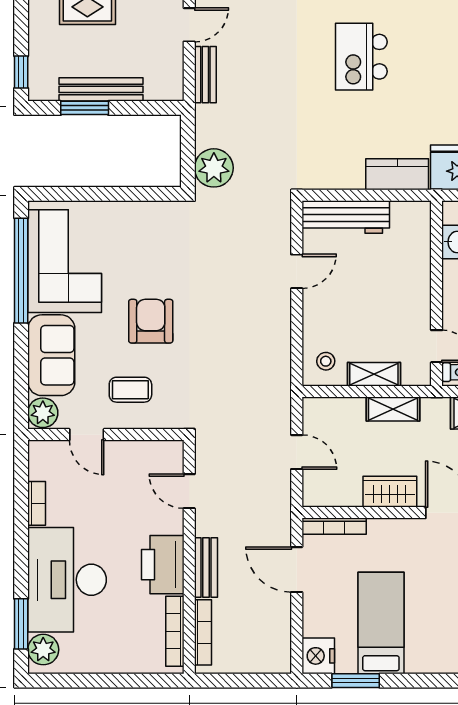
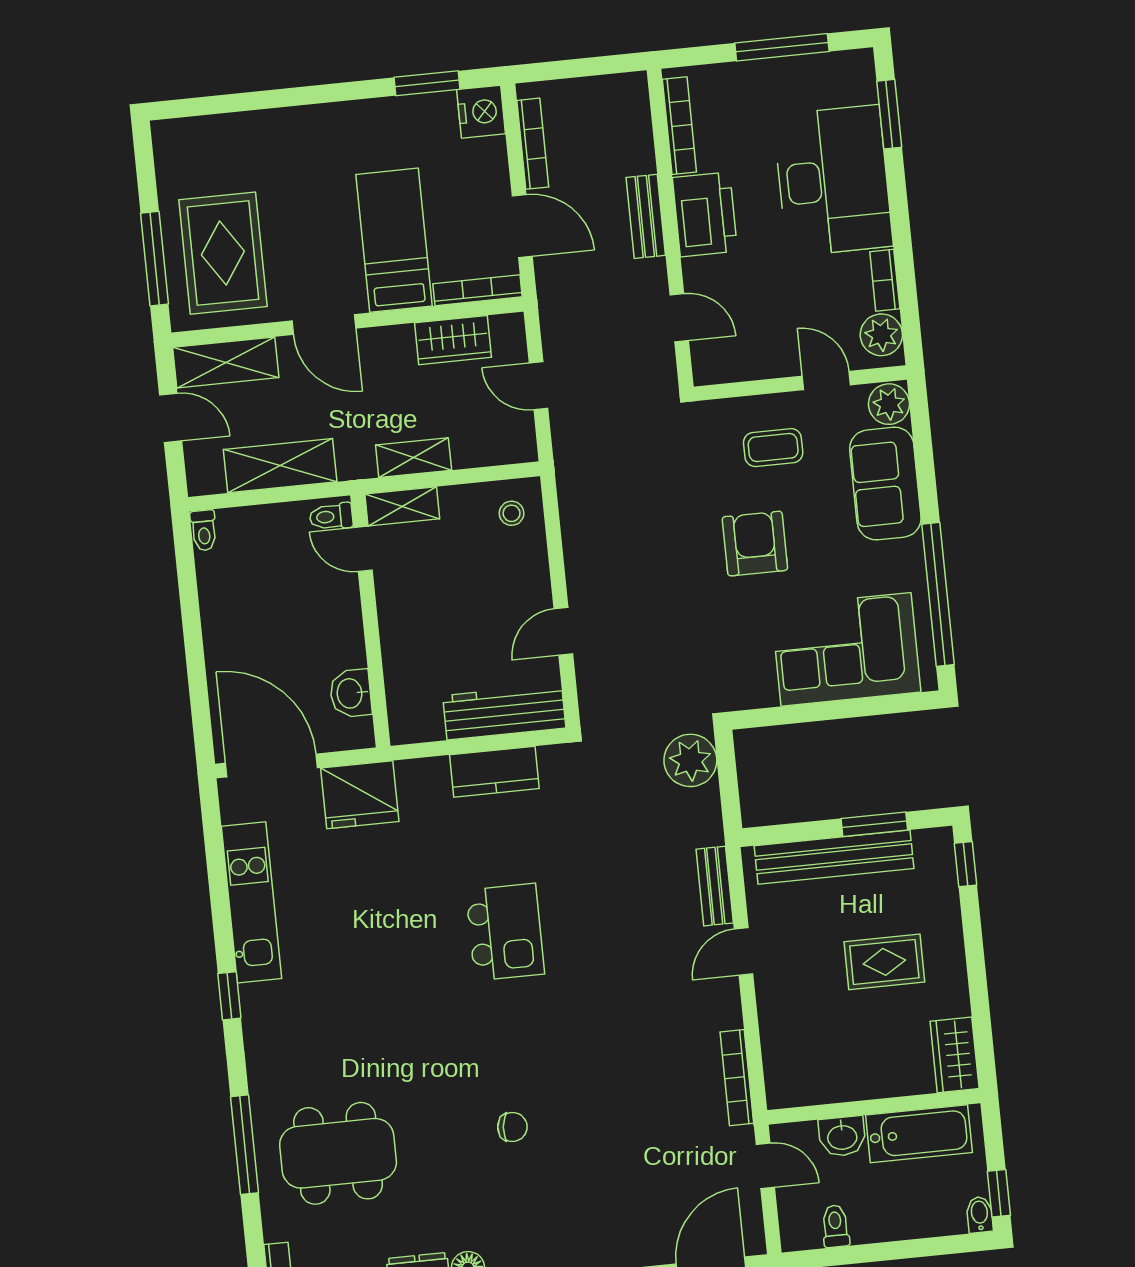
bench: (101, 89) -> (834, 857), width x1.37, depth x1.21
kitchen counter: (397, 174) -> (494, 772), moved
corner sofa: (65, 261) -> (846, 649), moved, turned 90
armchair: (151, 321) -> (755, 544), turned 180
shelving: (374, 374) -> (402, 506), moved
wardrobe: (390, 492) -> (453, 340), moved
bed: (381, 623) -> (394, 240), moved, turned 180
bookcase: (203, 632) -> (533, 144), moved, turned 180
plant: (43, 650) -> (881, 335), moved
window: (94, 681) -> (782, 47), added

